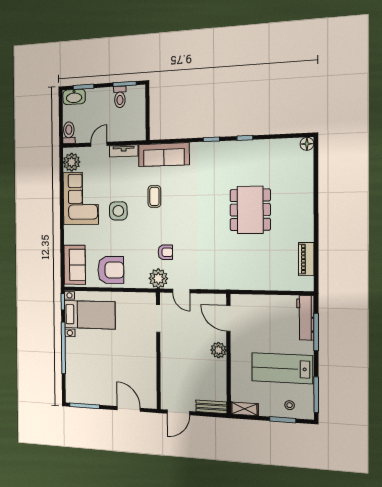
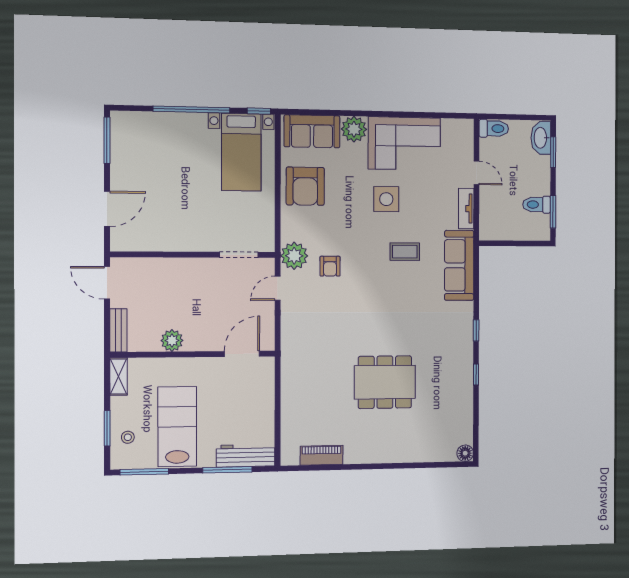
plant: (72, 162) -> (354, 129), moved
plant: (219, 350) -> (172, 341), moved

